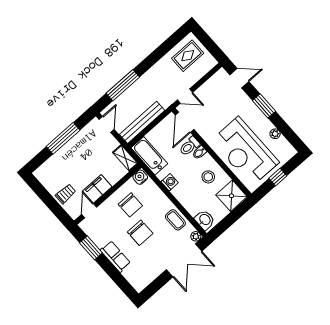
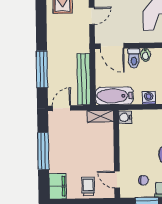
door: (185, 96) -> (92, 16), moved
door: (107, 124) -> (62, 108), hinge flipped
filing cabinet: (97, 189) -> (58, 186), moved, turned 180
chair: (130, 205) -> (144, 180), moved, width x0.54, depth x0.54

